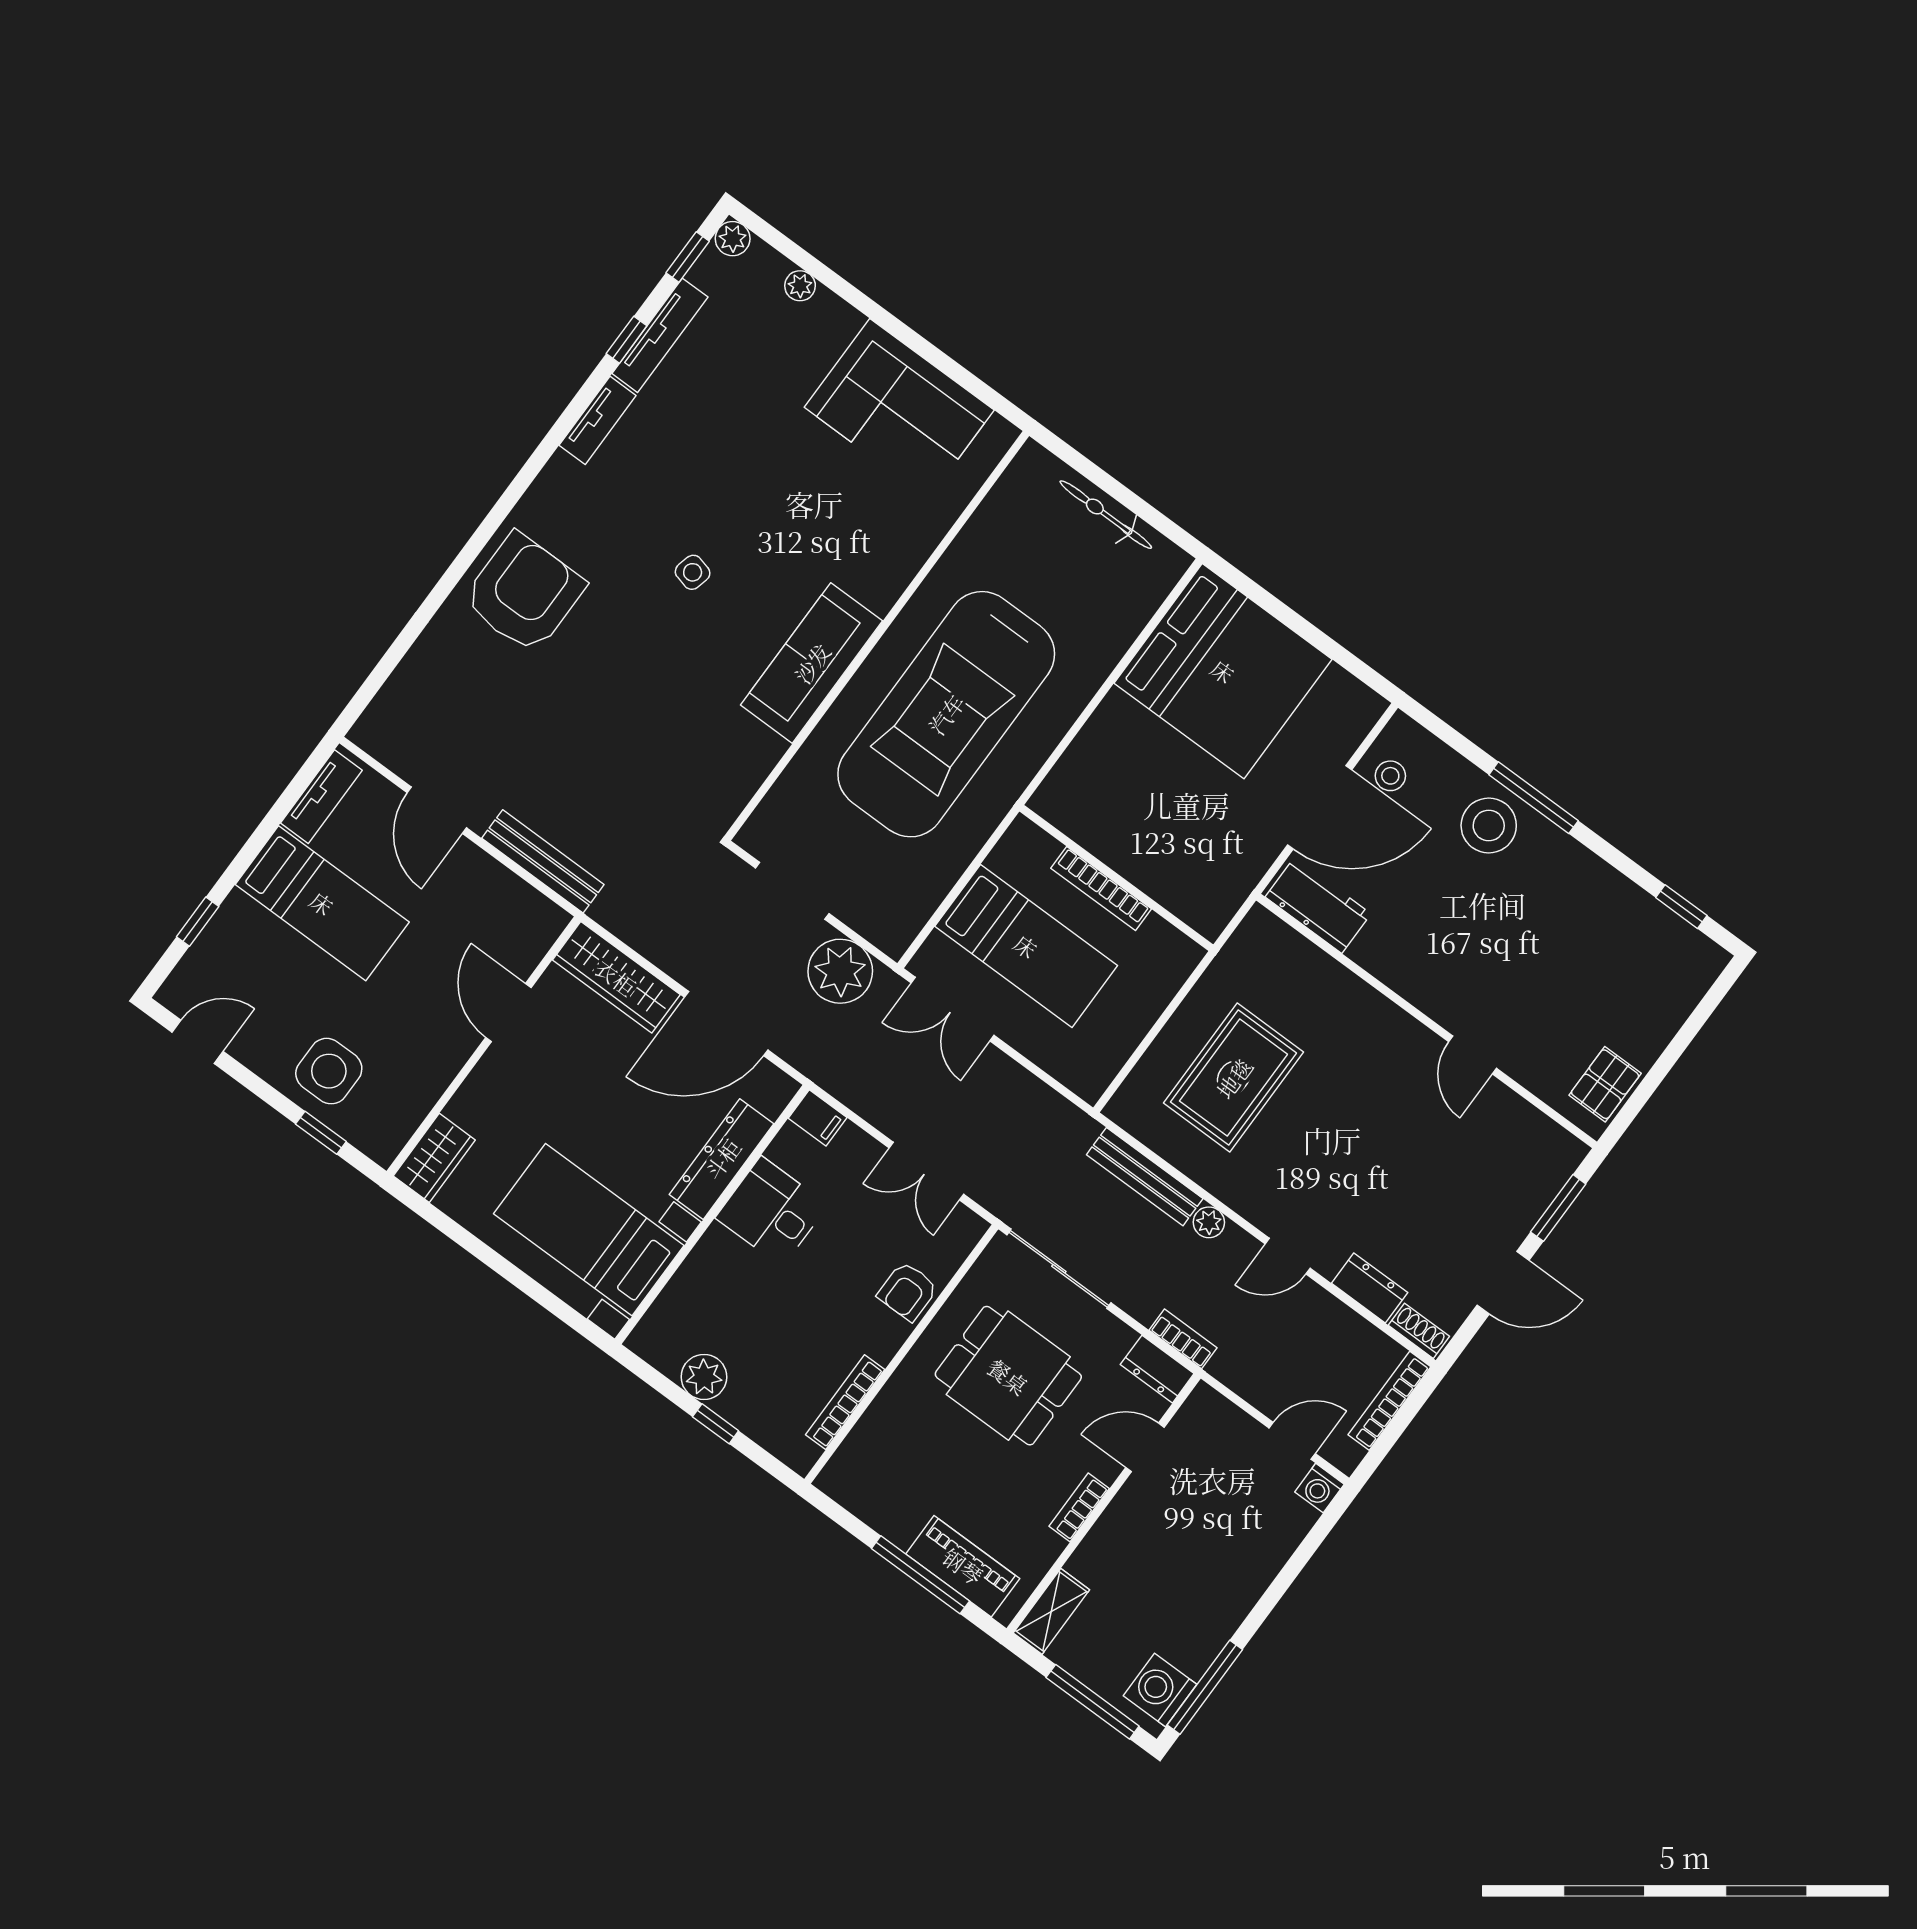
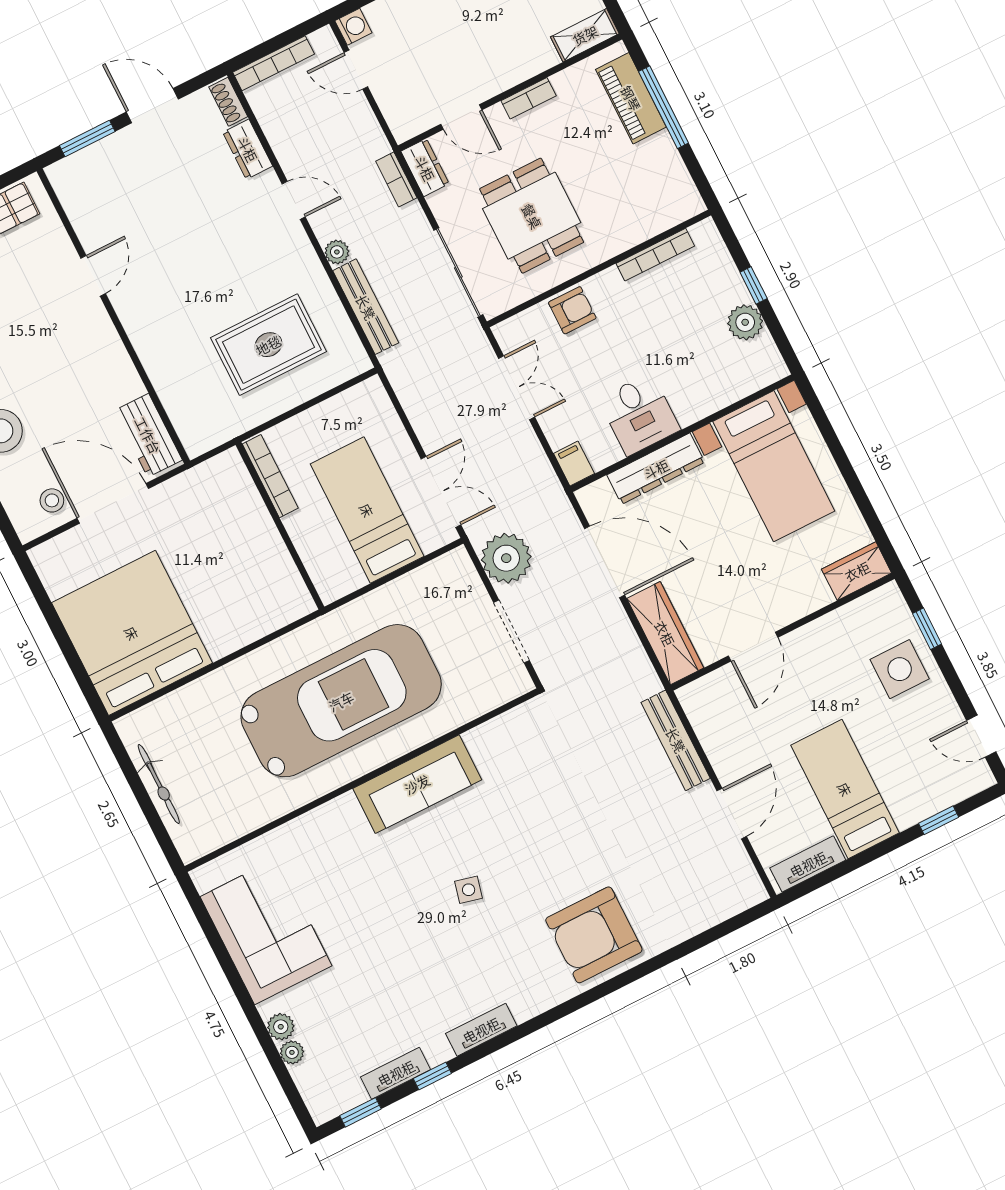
plant: (733, 239) -> (281, 1027), moved
tv unit: (660, 335) -> (396, 1073), width x0.71
bookcase: (1101, 889) -> (270, 476), moved

